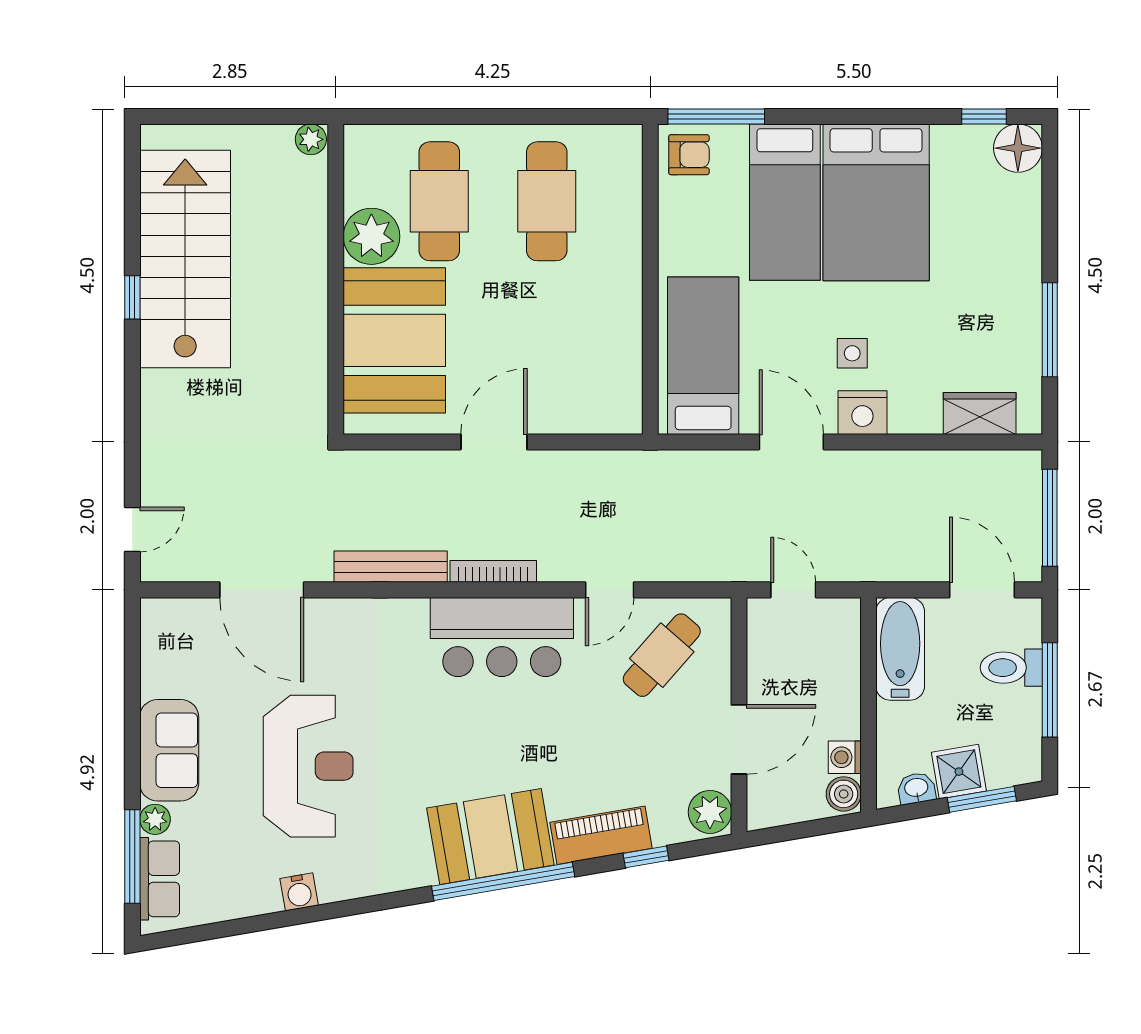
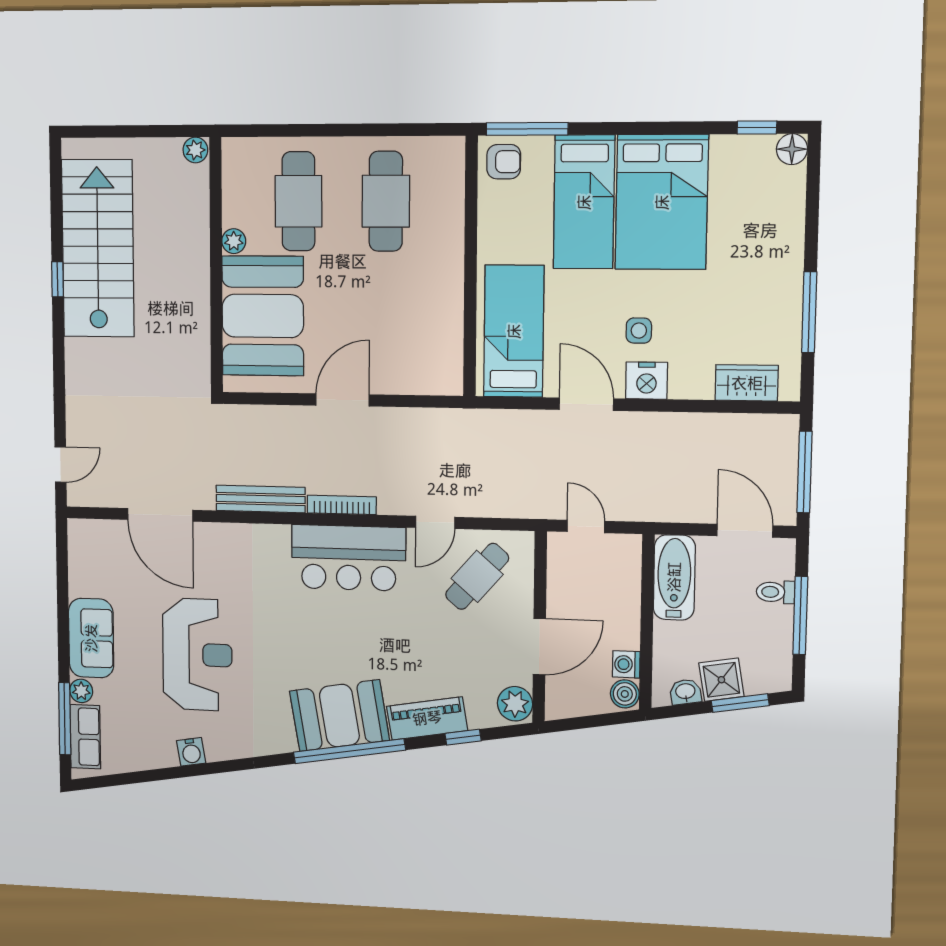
floor lamp: (1018, 148) -> (792, 149), width x0.73, depth x0.73
plant: (371, 236) -> (234, 241), width x0.53, depth x0.53
toilet: (1011, 668) -> (776, 592), width x0.73, depth x0.72

